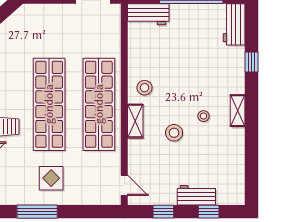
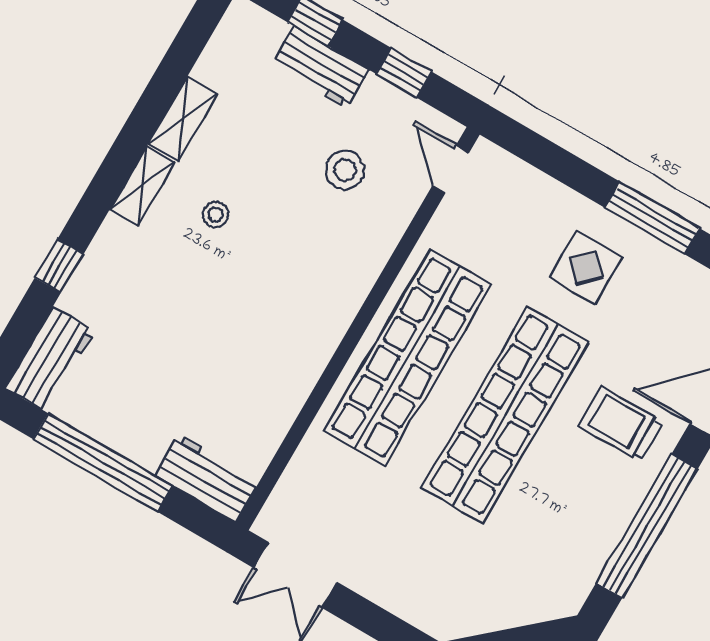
stool: (145, 88) -> (299, 338), removed
shelving: (135, 121) -> (183, 119), moved
stool: (174, 133) -> (345, 170), moved

